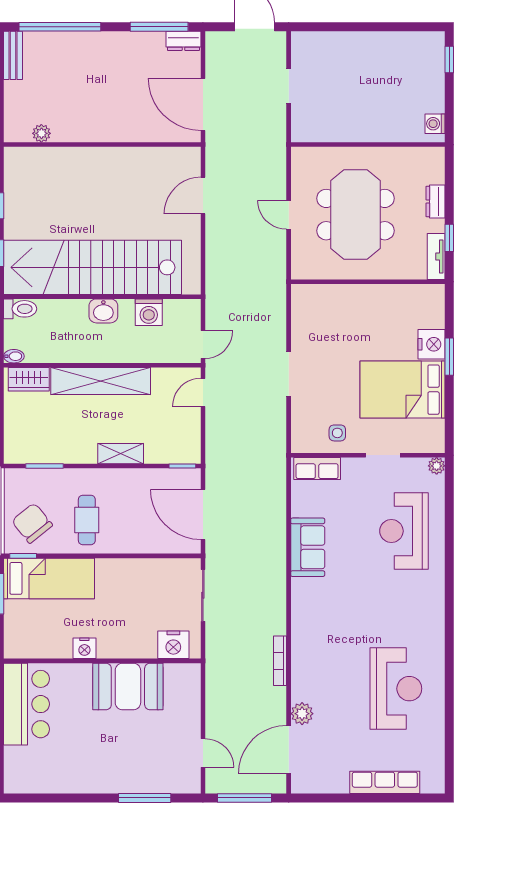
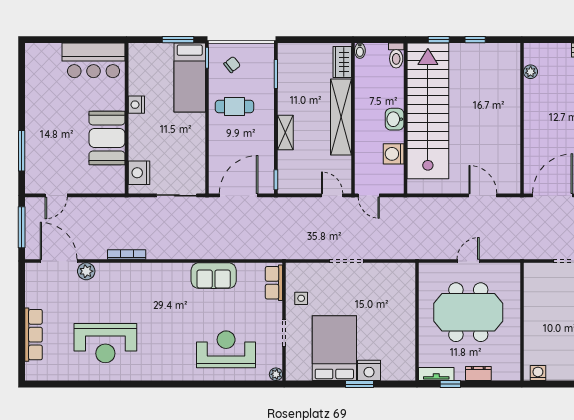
chair: (32, 523) -> (232, 65), width x0.54, depth x0.54

